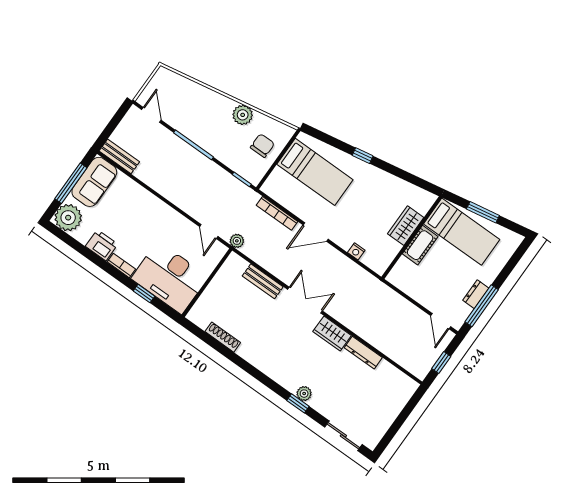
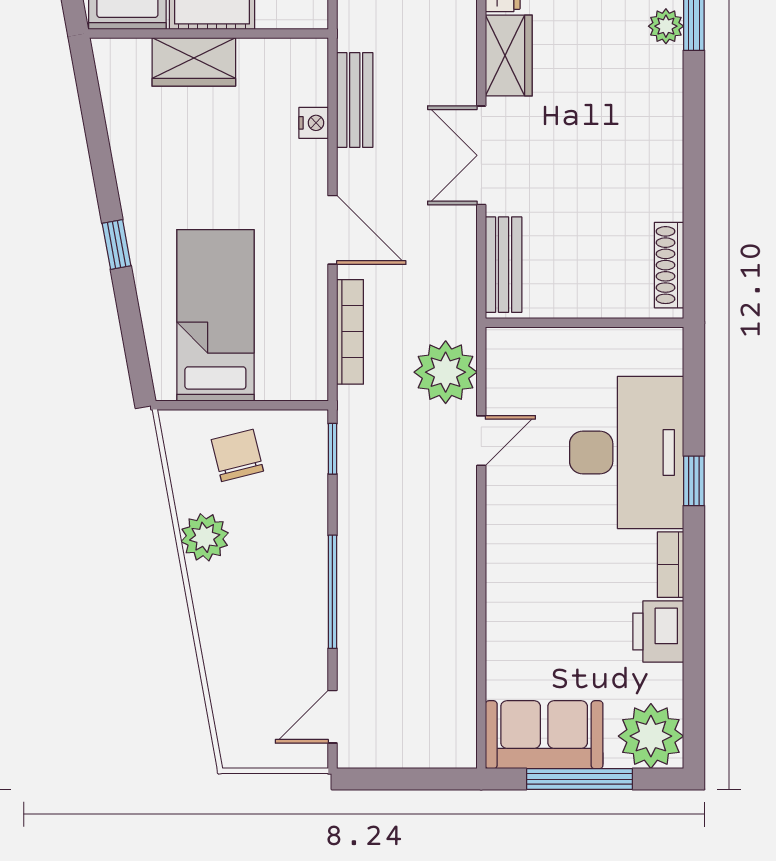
chair: (262, 146) -> (237, 455), turned 76
bench: (119, 156) -> (355, 100), moved
plant: (237, 241) -> (446, 372), width x1.88, depth x1.88
wall: (207, 283) -> (584, 323), moved

